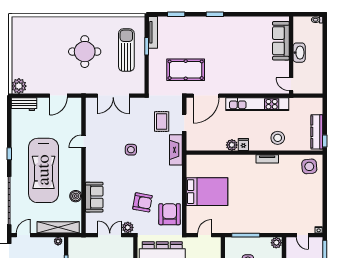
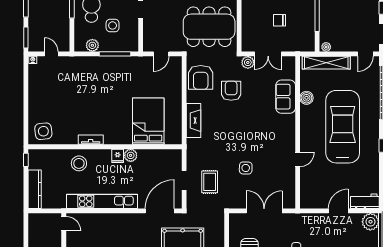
door: (58, 96) -> (338, 211), moved
kitchen counter: (317, 132) -> (35, 189), moved
side table: (131, 150) -> (246, 168), moved
fireplace: (176, 150) -> (193, 121), moved
bed: (207, 192) -> (148, 121), moved, turned 90
armchair: (143, 202) -> (231, 91), turned 80
plant: (276, 243) -> (92, 45), moved

